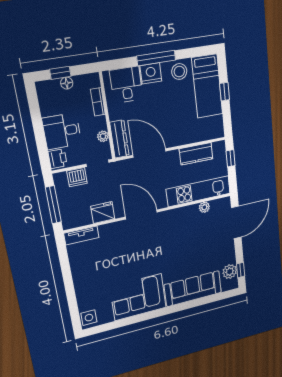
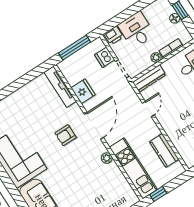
plant: (103, 136) -> (156, 57), moved
door: (149, 153) -> (148, 109), width x0.53
window: (231, 158) -> (158, 194), moved
plant: (204, 207) -> (107, 158), moved
tv unit: (81, 235) -> (60, 87), width x1.41
armchair: (138, 245) -> (66, 135), added

